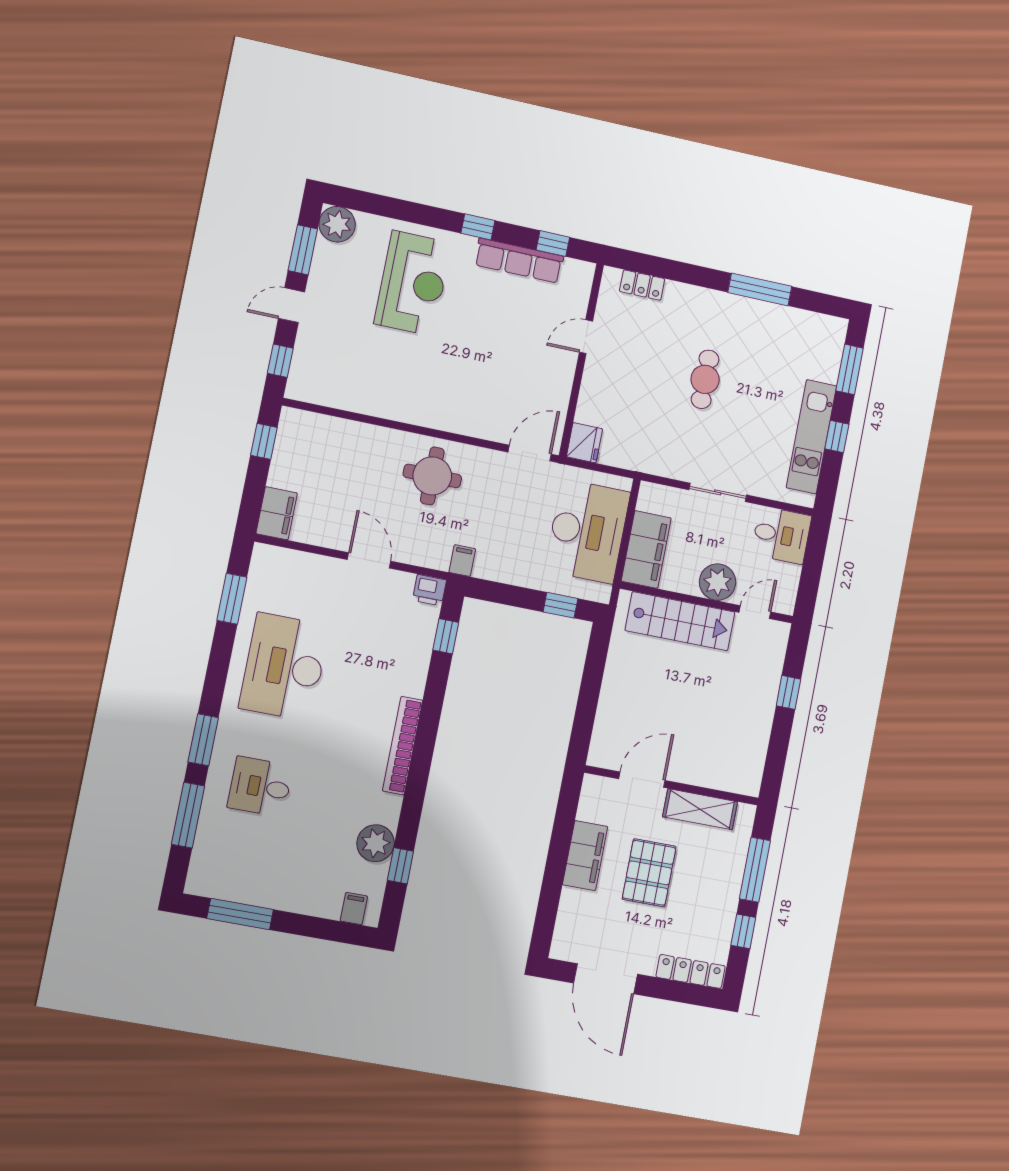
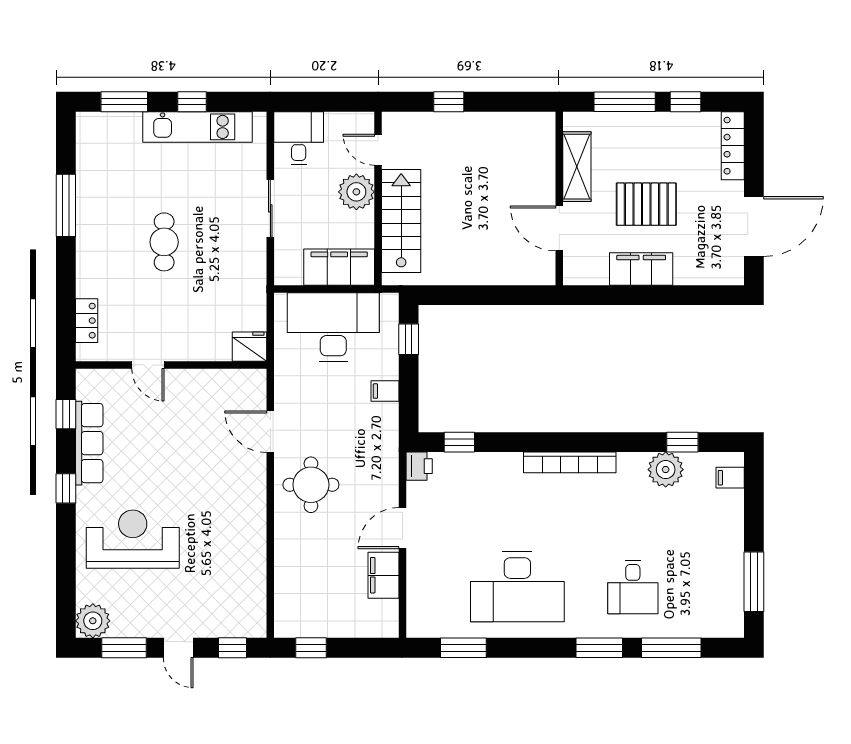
cafe table: (705, 379) -> (164, 242), turned 90
door: (530, 453) -> (270, 432), moved
filing cabinet: (277, 513) -> (383, 575), moved, turned -90
filing cabinet: (462, 561) -> (385, 391), moved

